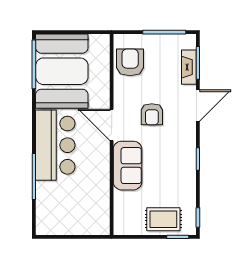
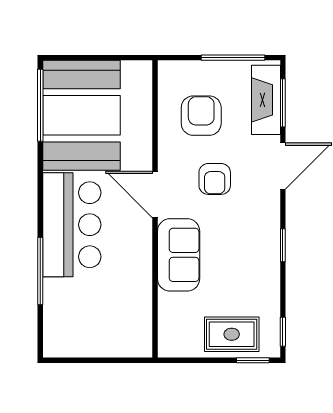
armchair: (130, 62) -> (201, 116), moved
fireplace: (189, 67) -> (266, 100), width x1.37, depth x1.32

